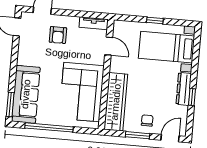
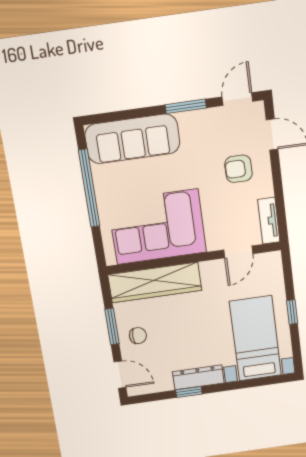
window: (10, 104) -> (186, 106), moved

